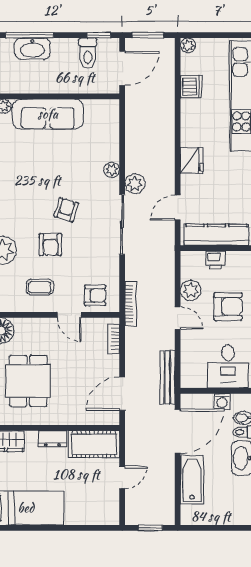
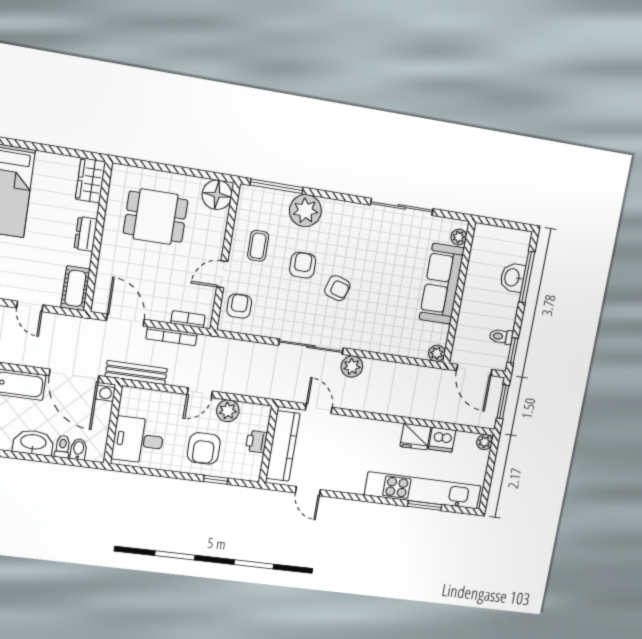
washbasin: (32, 49) -> (513, 277), width x0.72
toilet: (88, 53) -> (501, 337), width x0.73, depth x0.72
fridge: (192, 160) -> (415, 437), moved
plant: (112, 170) -> (437, 353), moved
armchair: (50, 245) -> (303, 265), turned 90
armchair: (95, 295) -> (239, 306), turned 180
bookcase: (131, 304) -> (172, 336), moved
washing machine: (222, 401) -> (106, 392), moved, turned -90
cot: (94, 444) -> (75, 288), width x0.73, depth x0.75

